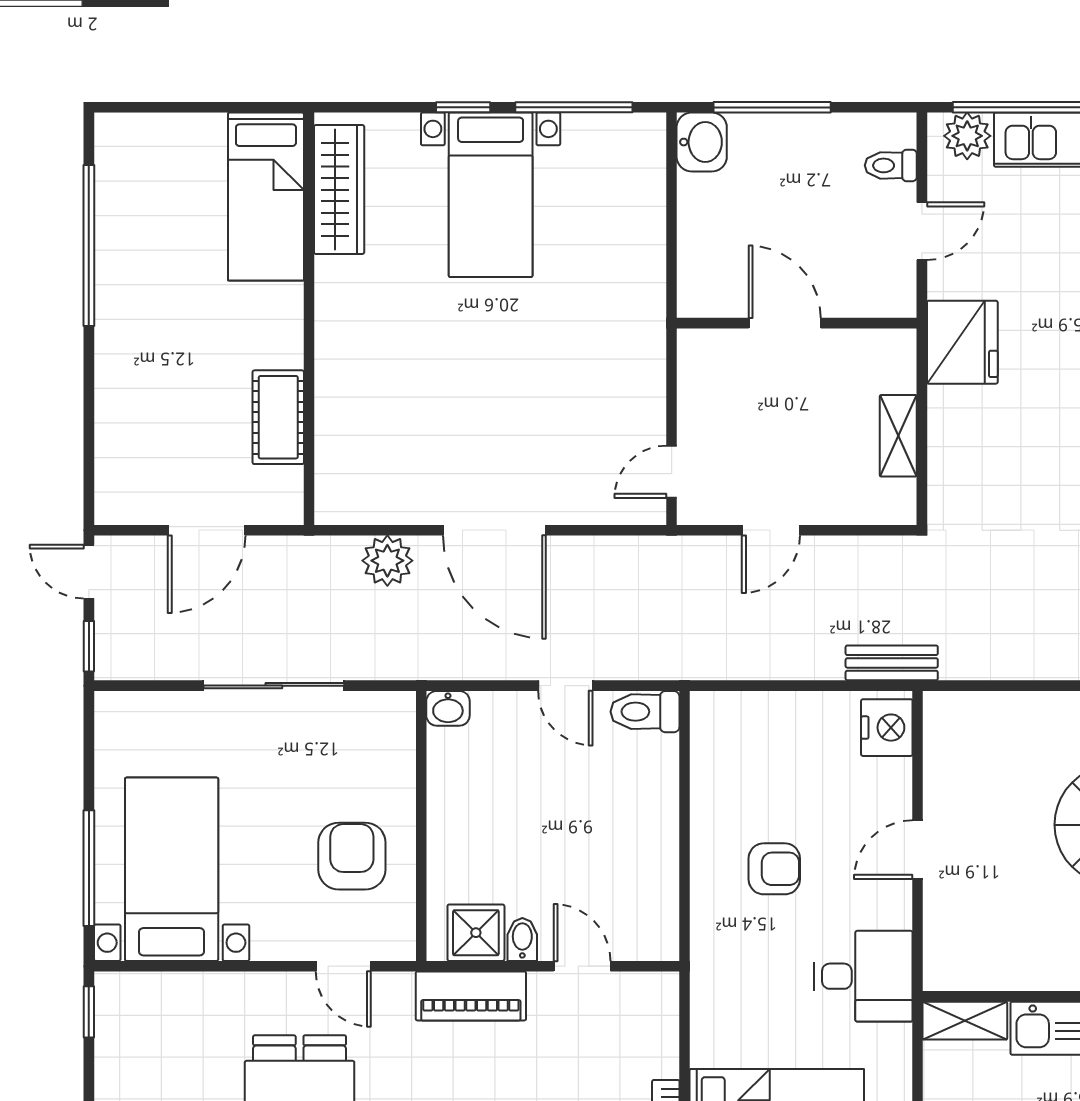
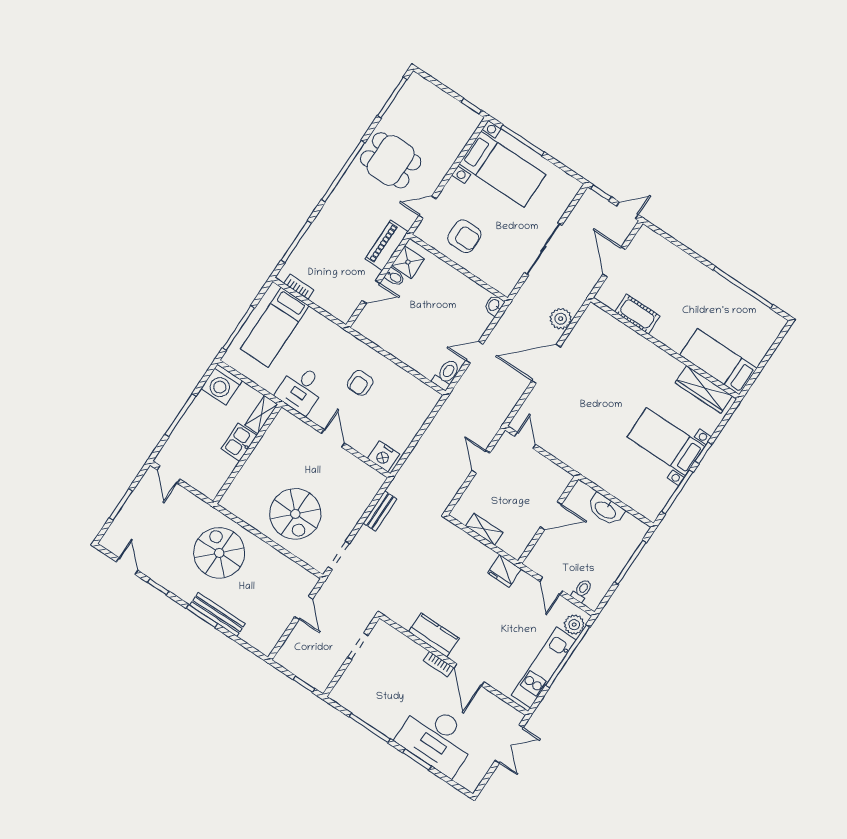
washbasin: (702, 142) -> (606, 510), moved, width x1.38
fridge: (962, 342) -> (504, 571), width x0.73, depth x0.75
bench: (892, 663) -> (380, 511), moved

